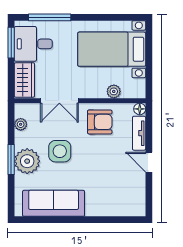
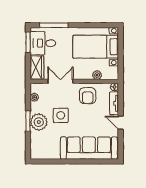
double door: (59, 101) -> (60, 81), swing flipped
armchair: (100, 122) -> (88, 96), turned 90
sofa: (54, 203) -> (89, 148), moved, width x1.36, depth x1.27

